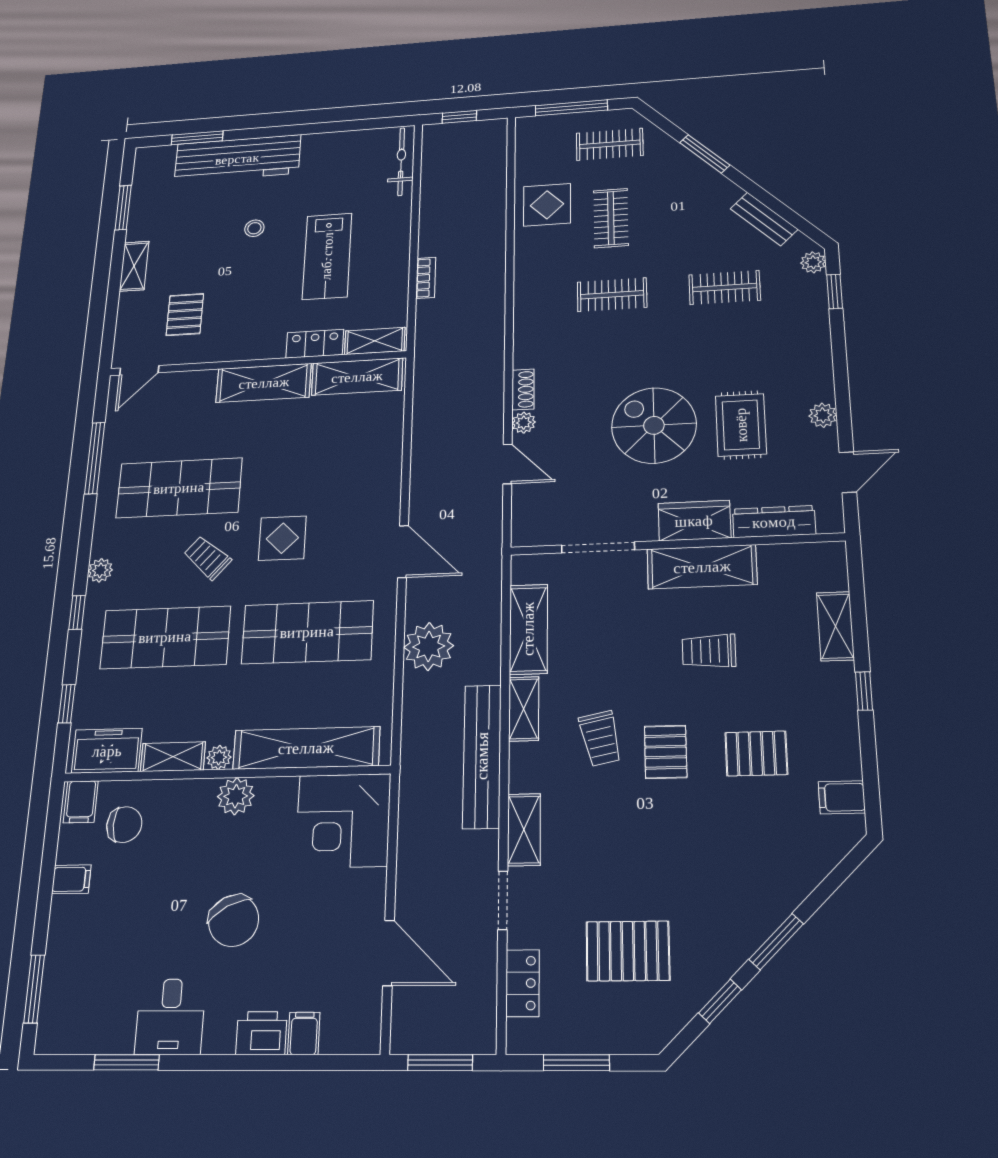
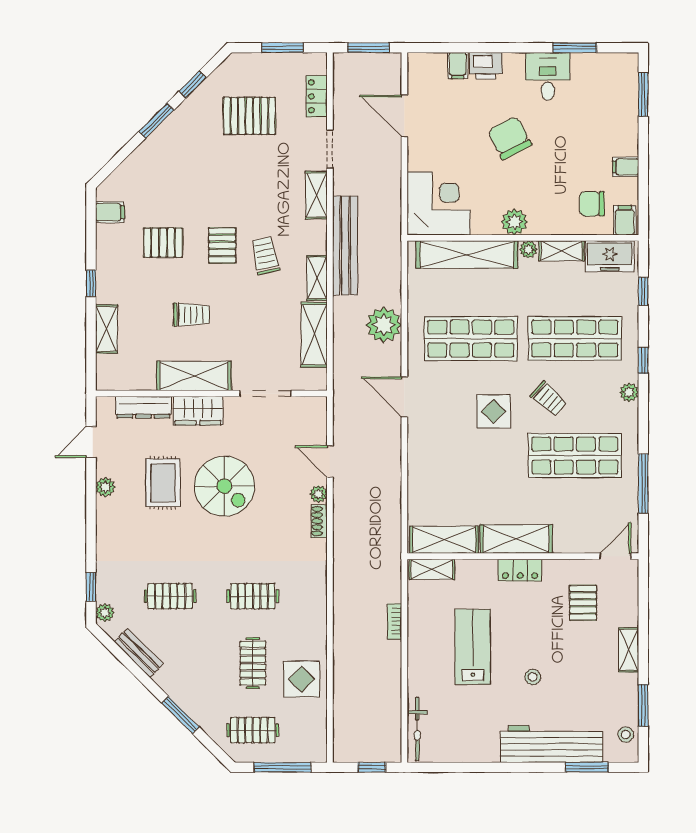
stool: (148, 175) -> (626, 734), added
locker: (315, 344) -> (520, 570), moved

